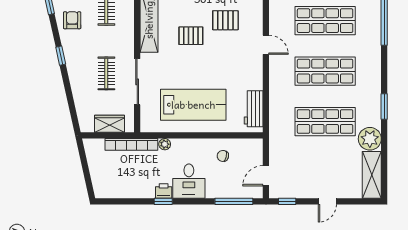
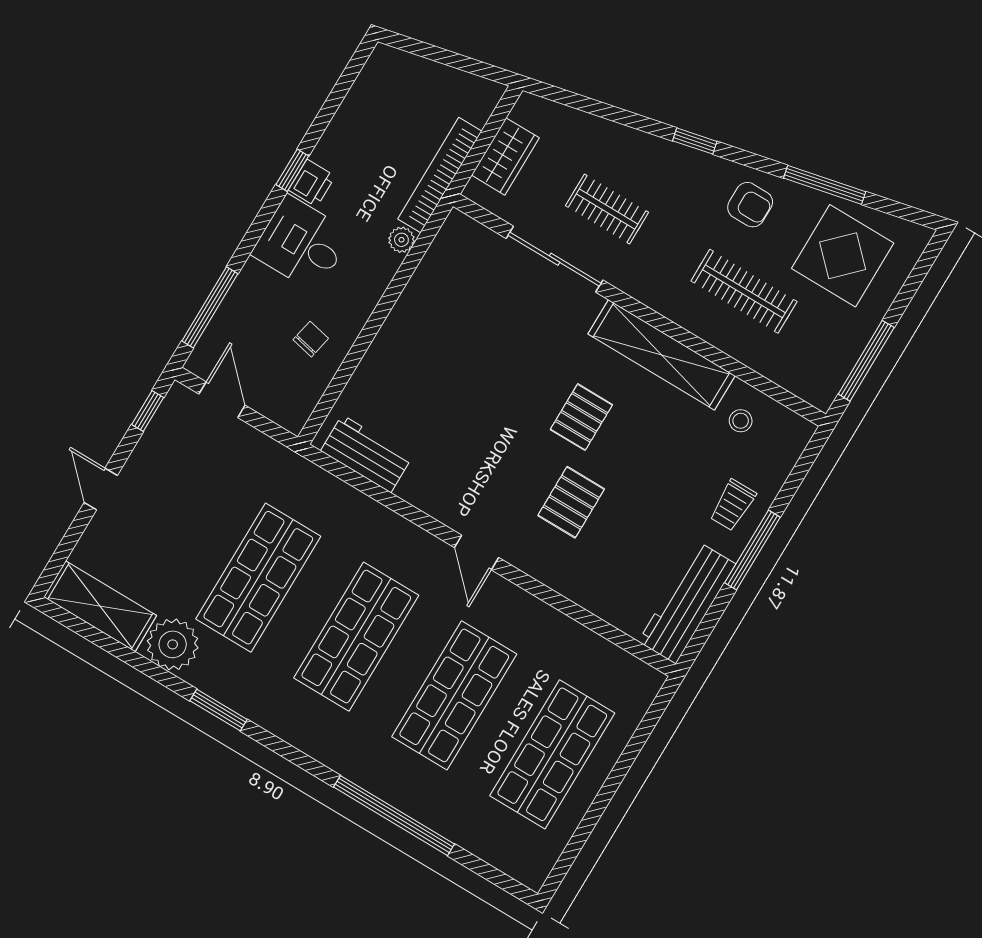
door: (266, 45) -> (476, 553), hinge flipped
lab bench: (193, 105) -> (445, 341), removed

